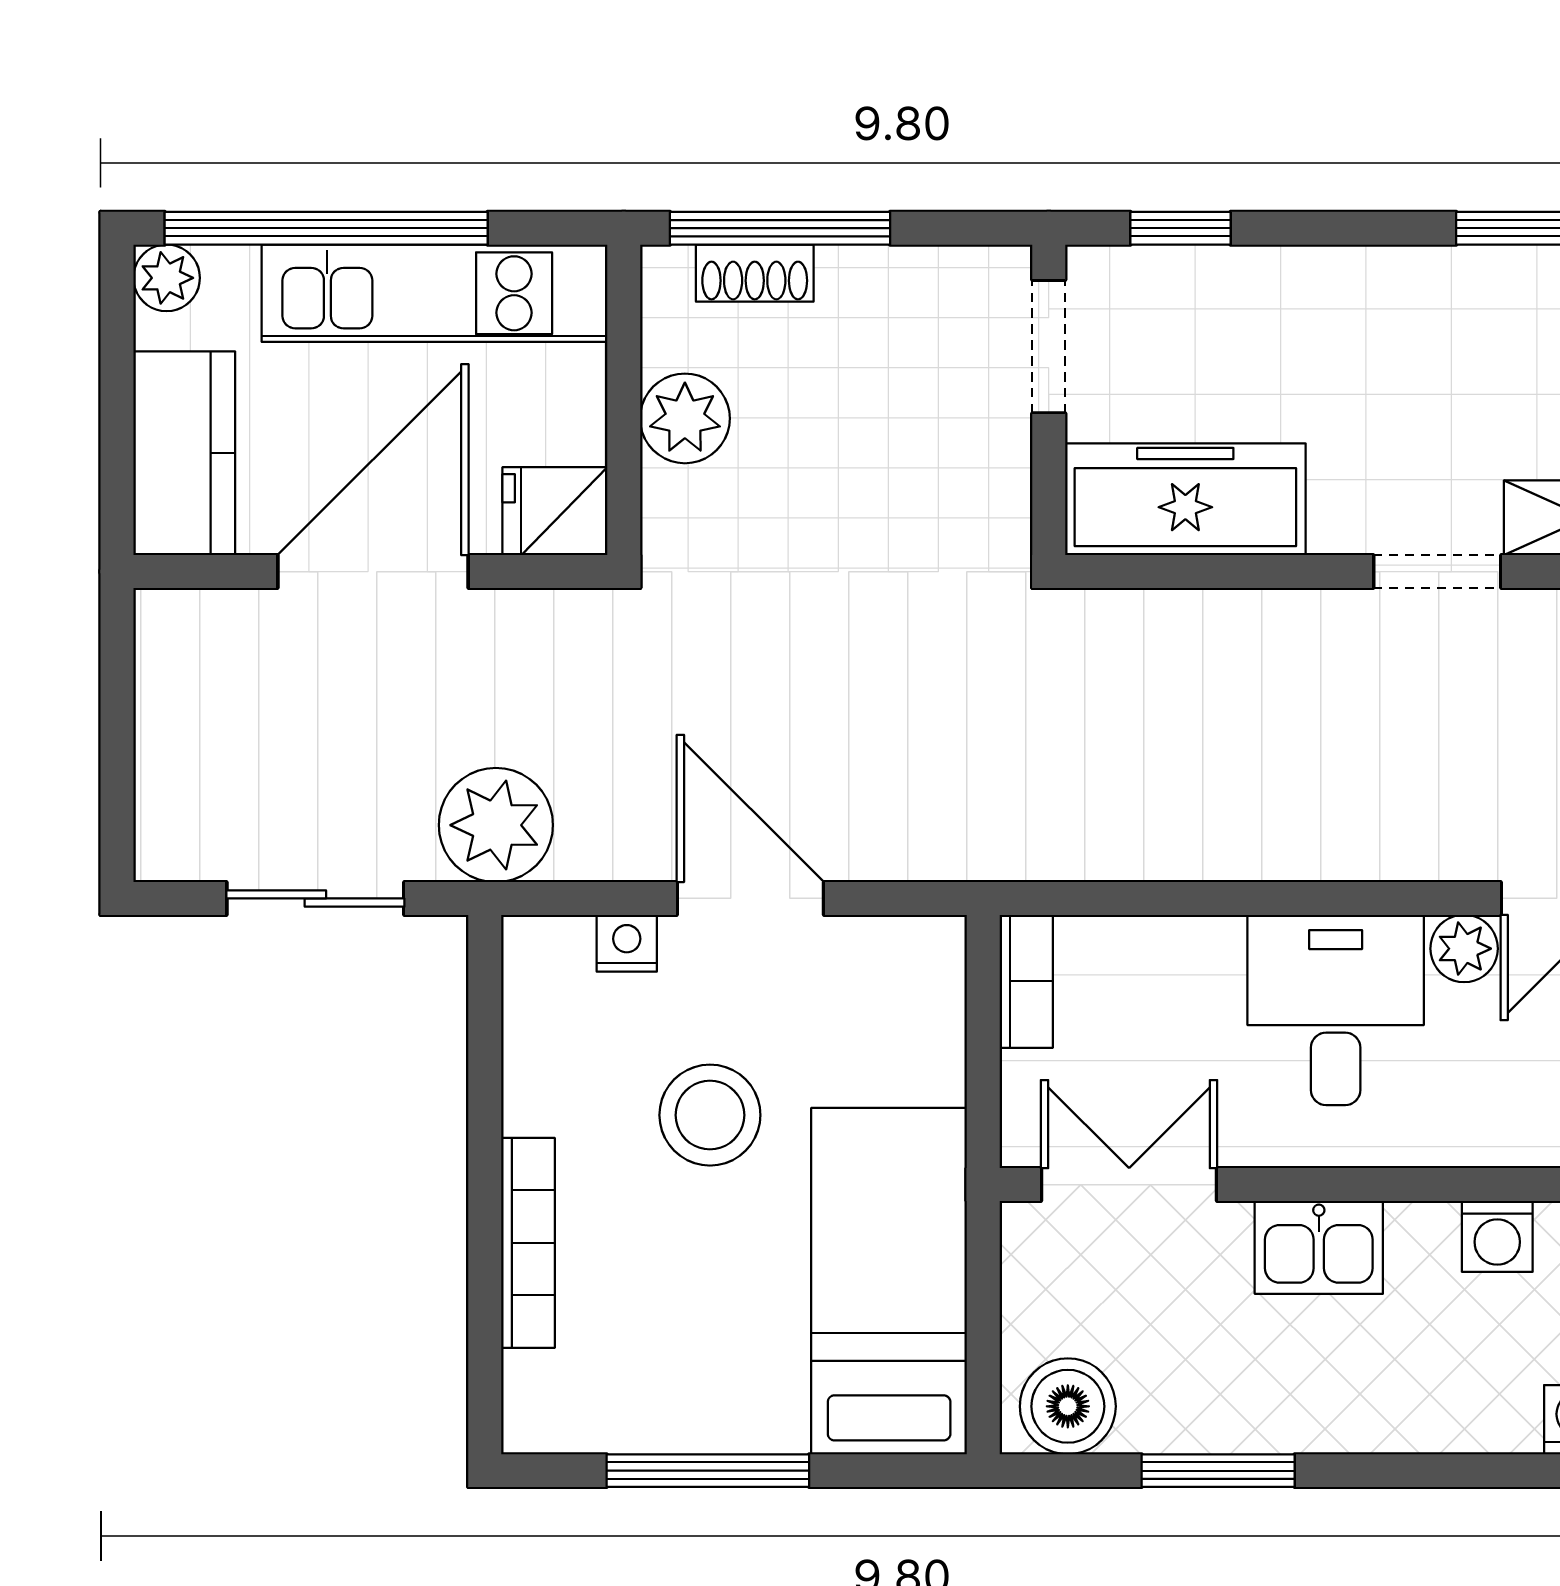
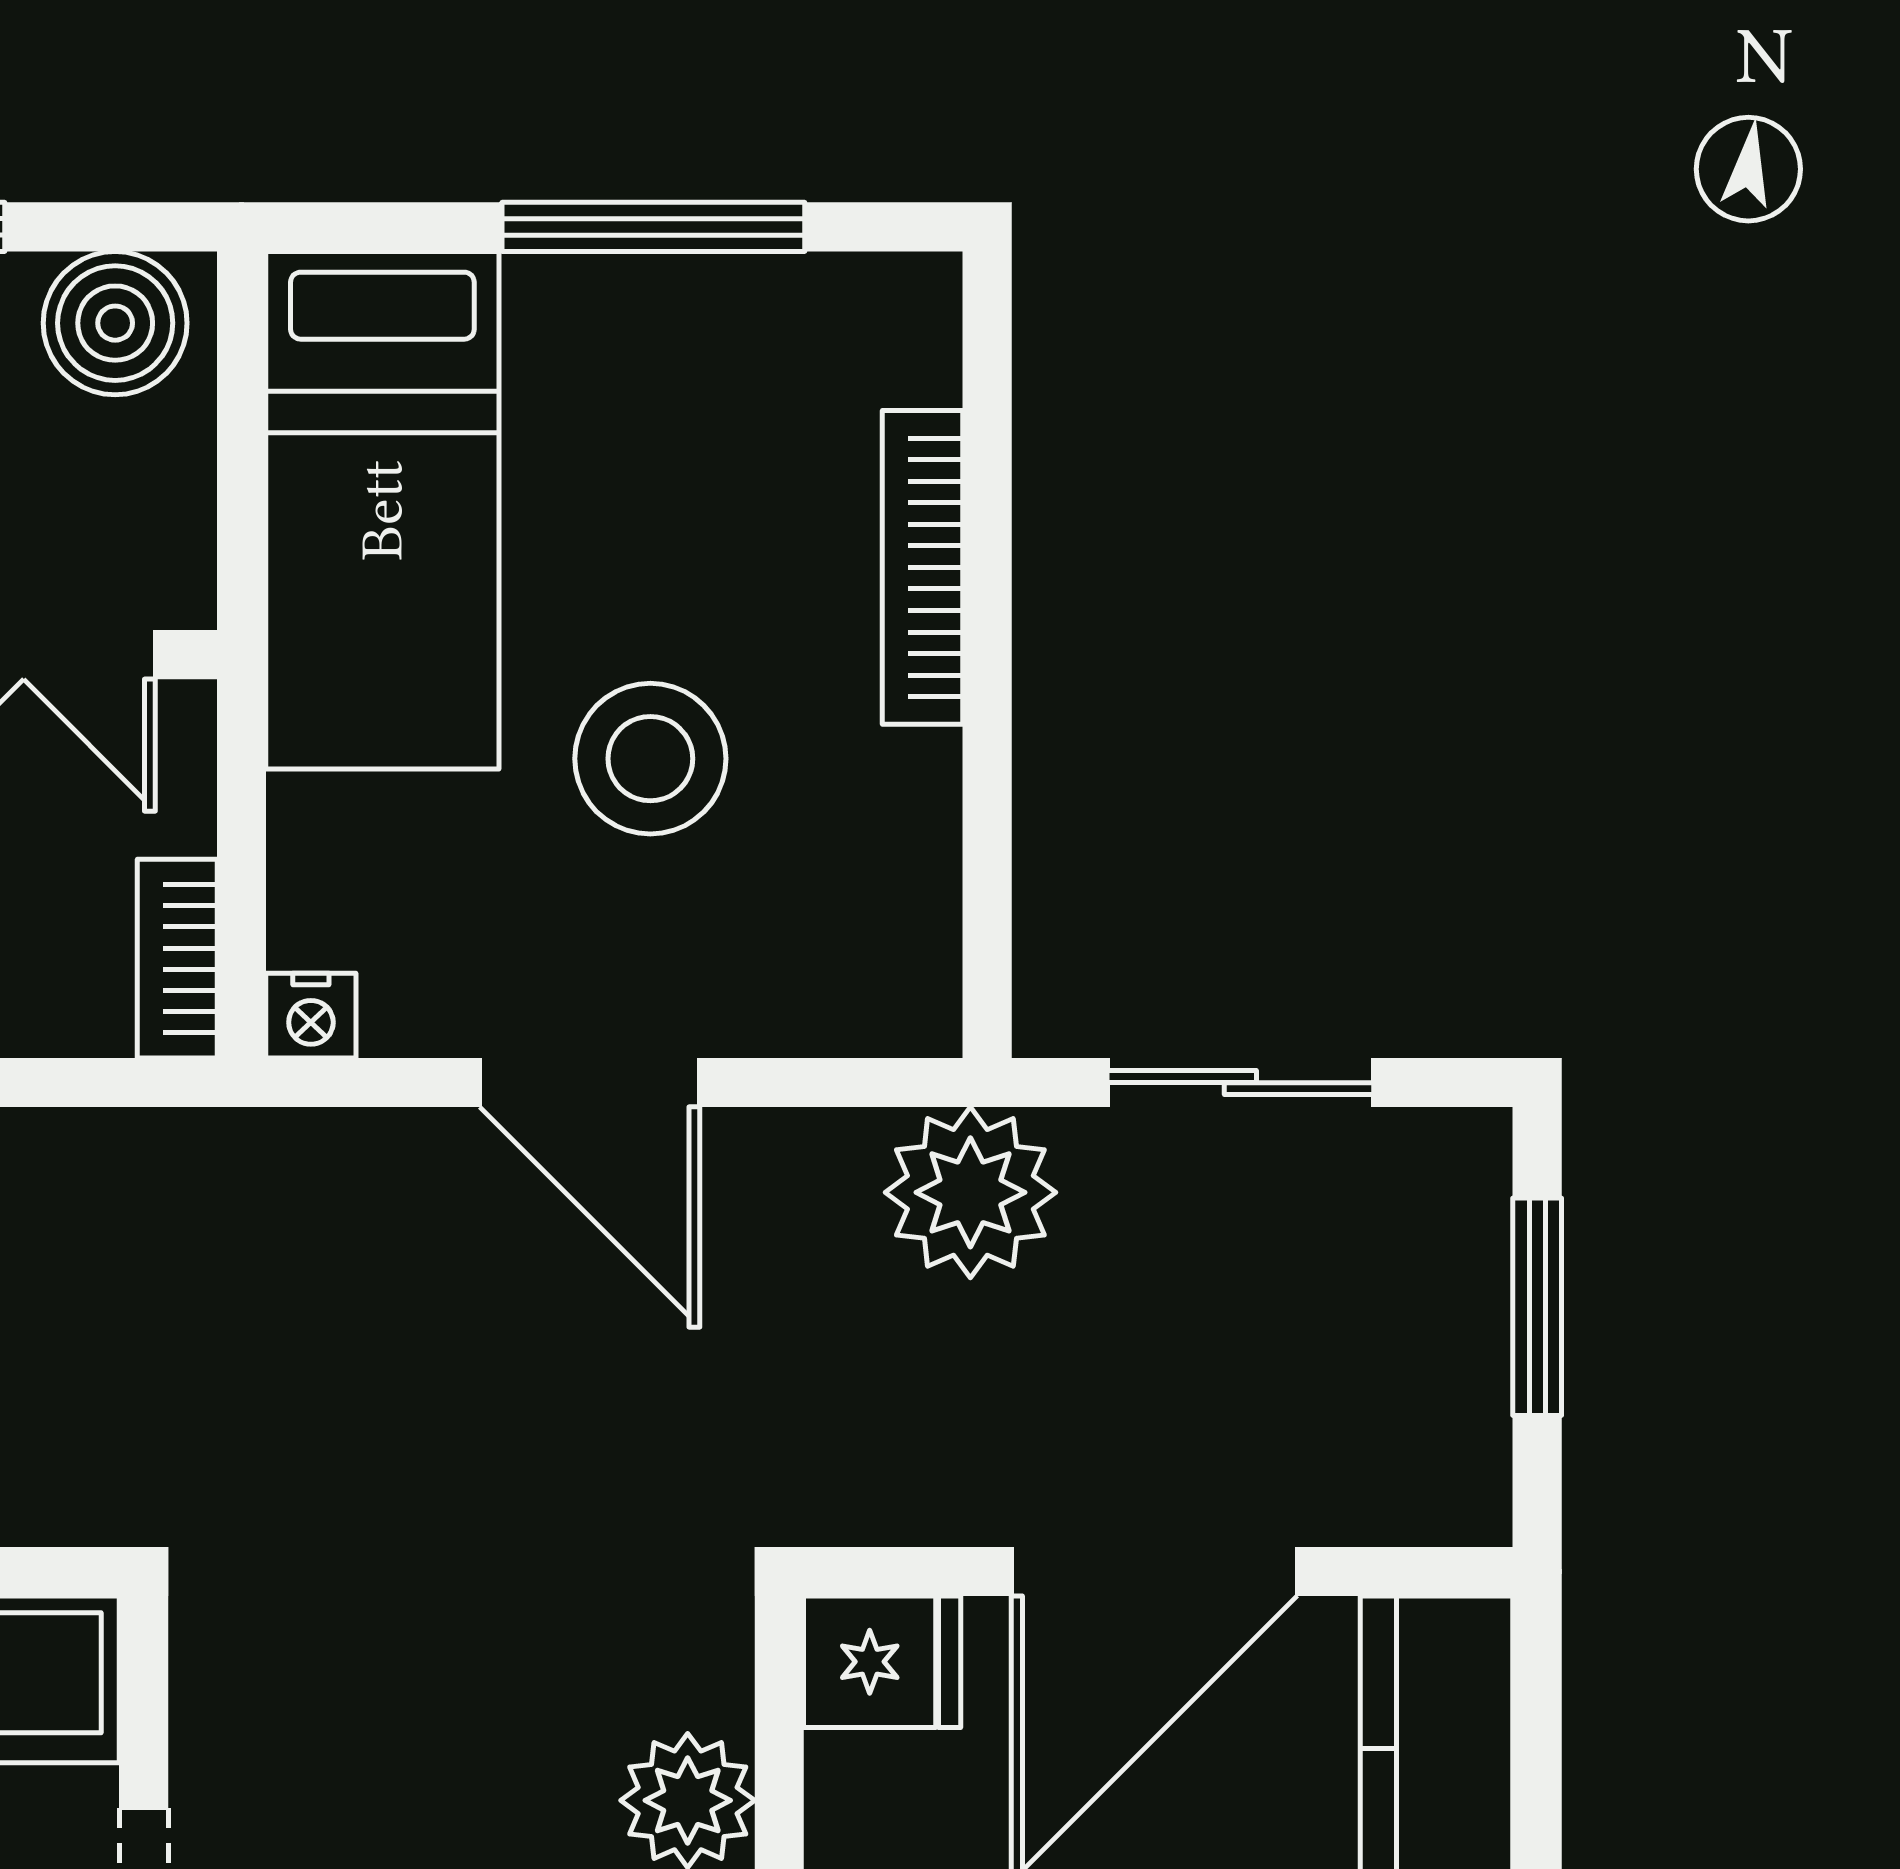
window: (117, 749) -> (1537, 1307), added
nightstand: (627, 943) -> (311, 1016), moved

